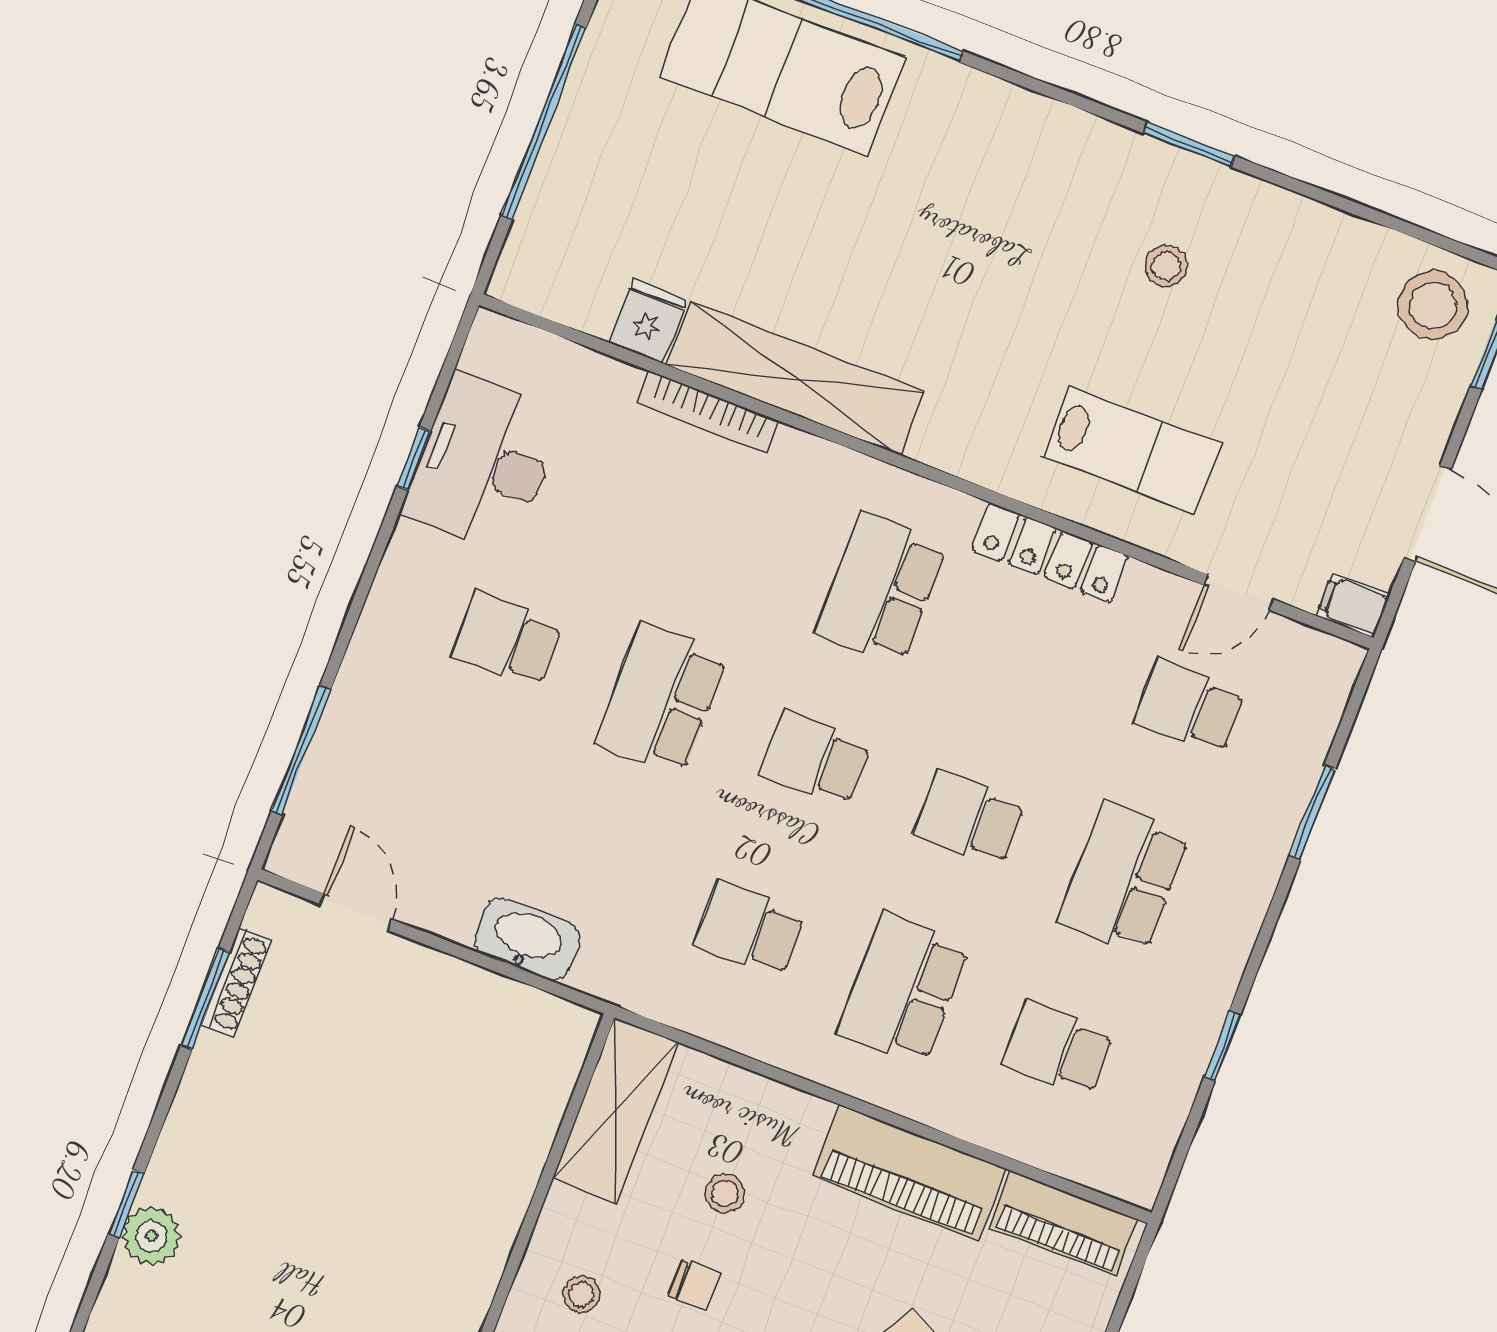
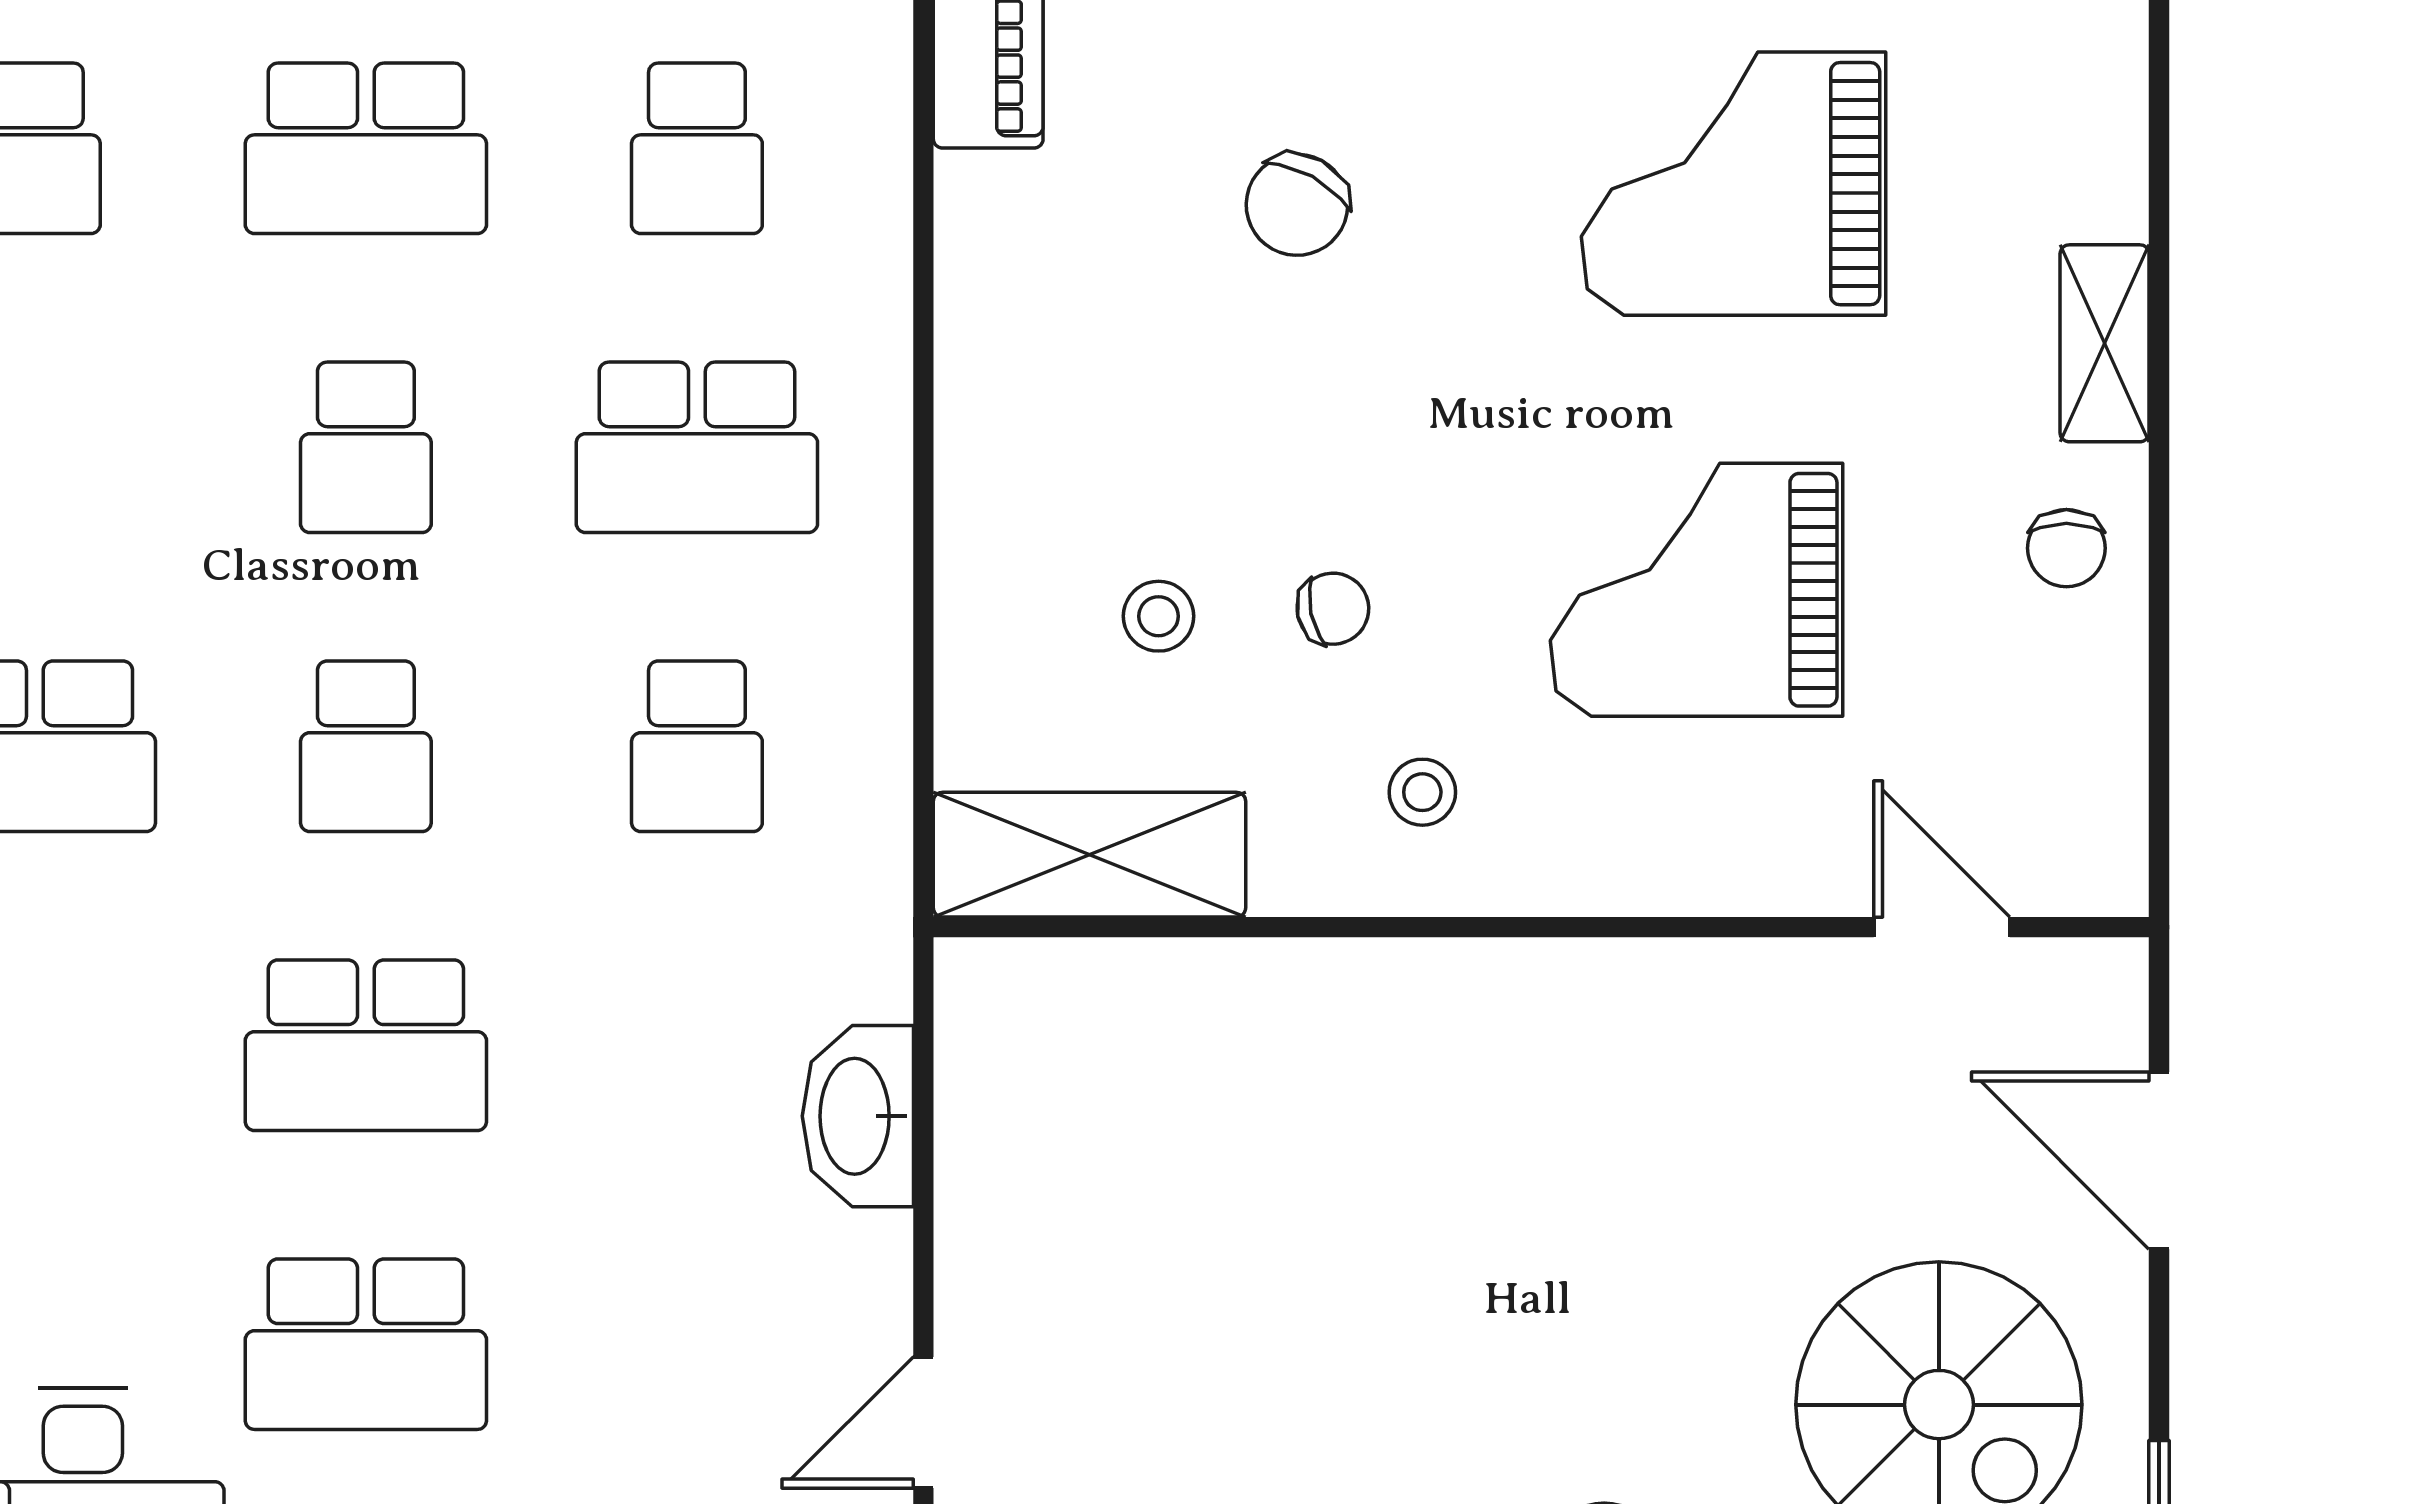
school desk: (507, 640) -> (366, 1344), width x1.85
piano: (909, 1173) -> (1004, 318), removed
chair: (694, 1285) -> (1333, 609), turned 78

